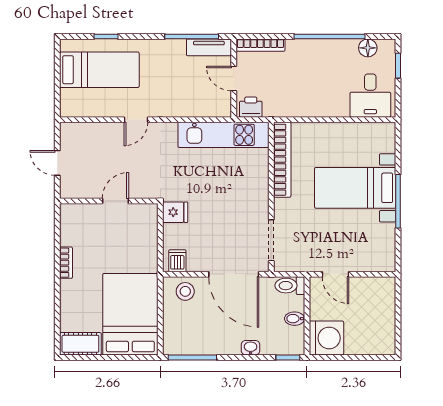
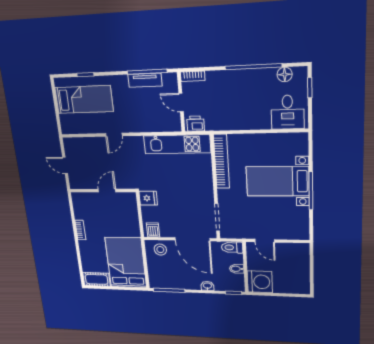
bookcase: (260, 45) -> (193, 76), width x0.64
tv unit: (209, 47) -> (145, 80), moved

